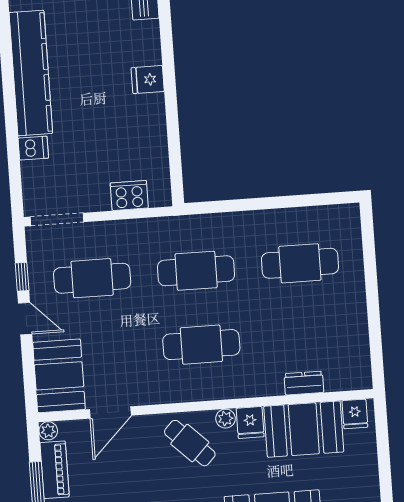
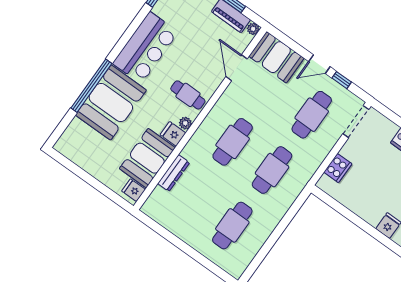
dresser: (304, 383) -> (174, 173), width x1.44
cafe table: (190, 443) -> (188, 95), turned 46

